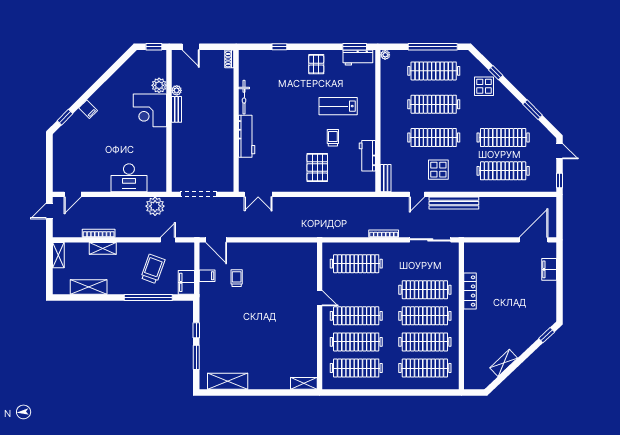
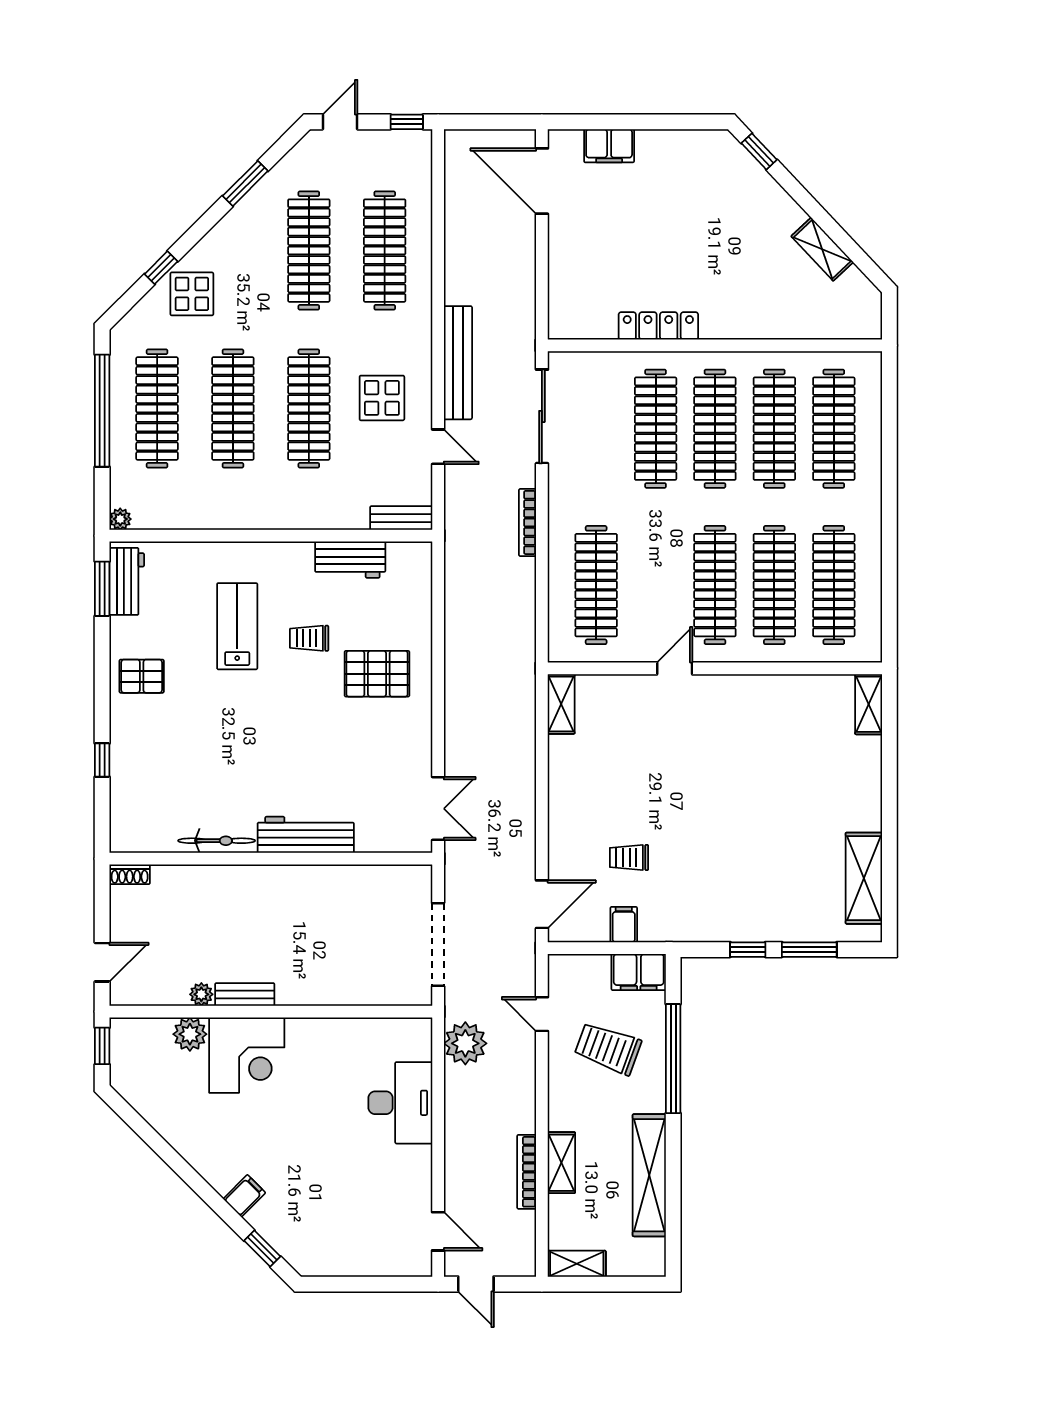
lab bench: (338, 106) -> (237, 626), turned 180
shelving: (304, 248) -> (561, 704), added
shelving: (89, 287) -> (649, 1175), width x1.47

